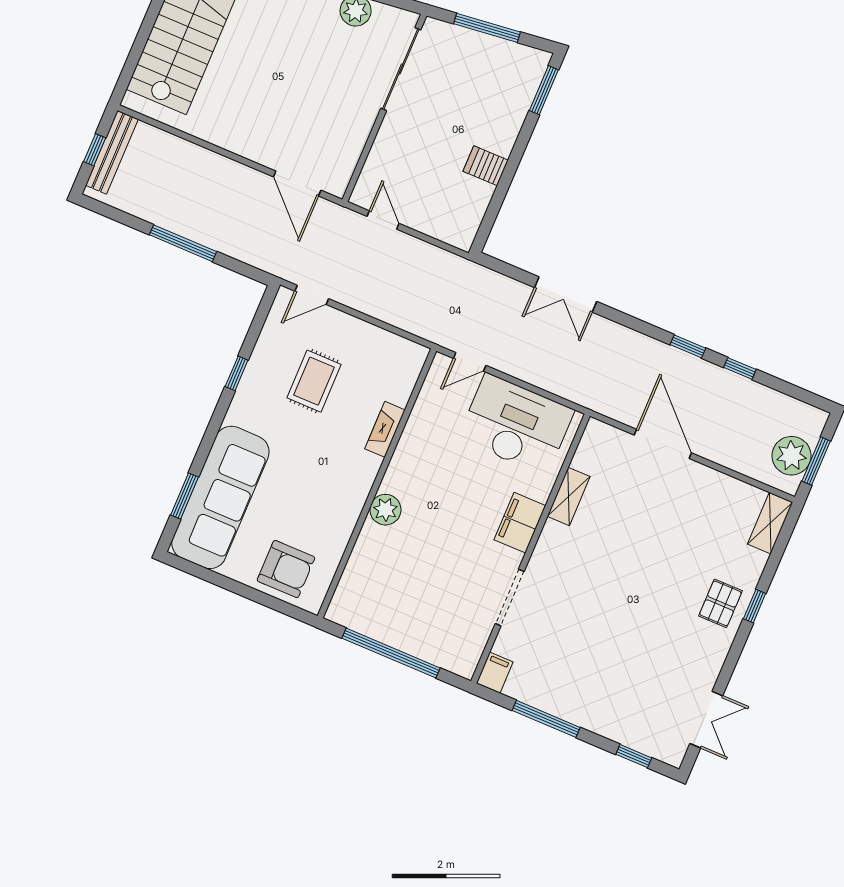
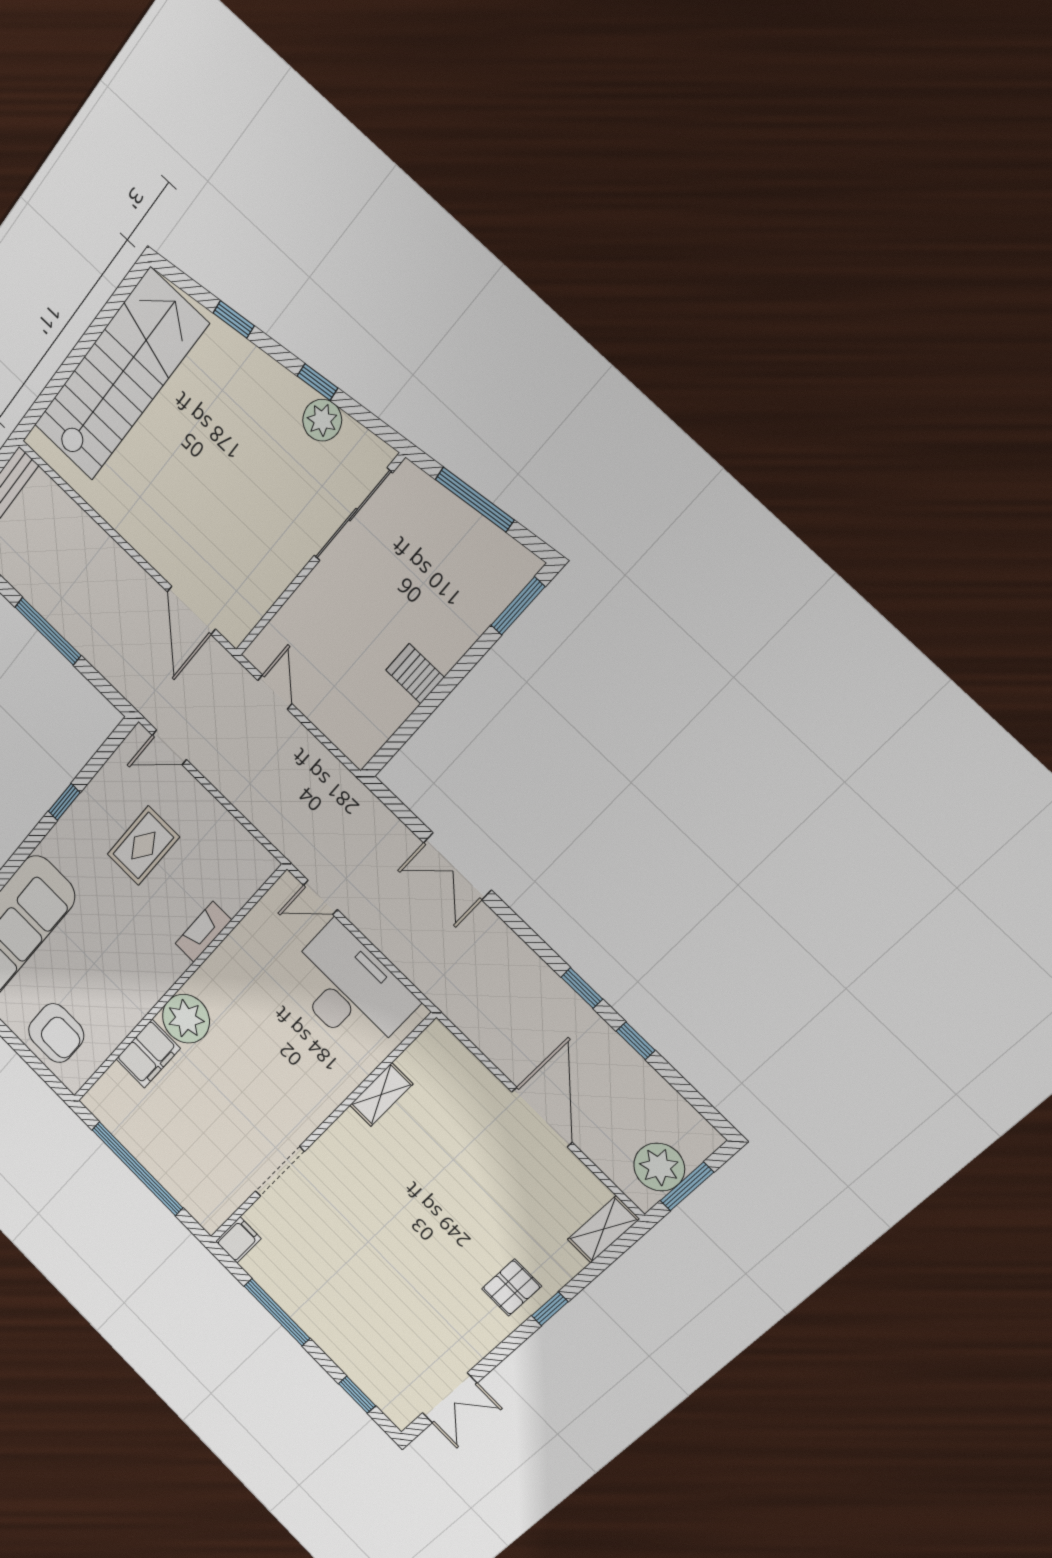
door: (663, 444) -> (542, 1117), moved
plant: (385, 510) -> (186, 1019), width x1.36, depth x1.36
filing cabinet: (520, 523) -> (148, 1054), moved, turned 180

